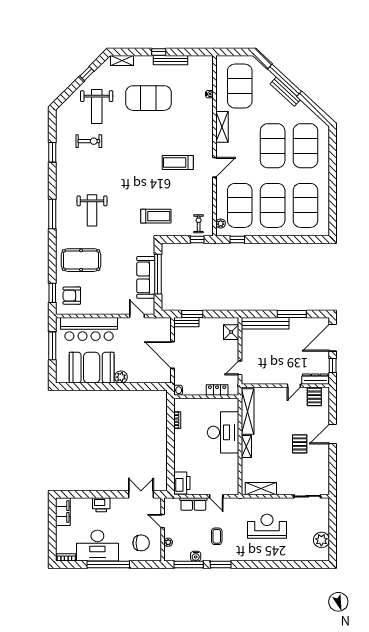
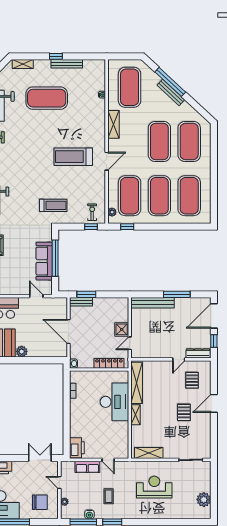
treadmill: (178, 162) -> (73, 157), width x1.37, depth x1.38
shower: (231, 332) -> (122, 329), moved
locker: (217, 390) -> (109, 363), width x1.53
pallet: (314, 397) -> (192, 380), moved

